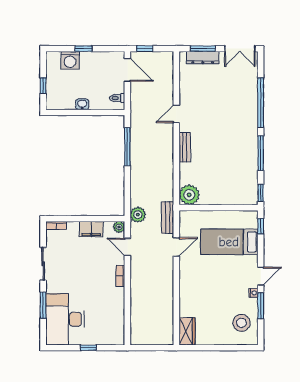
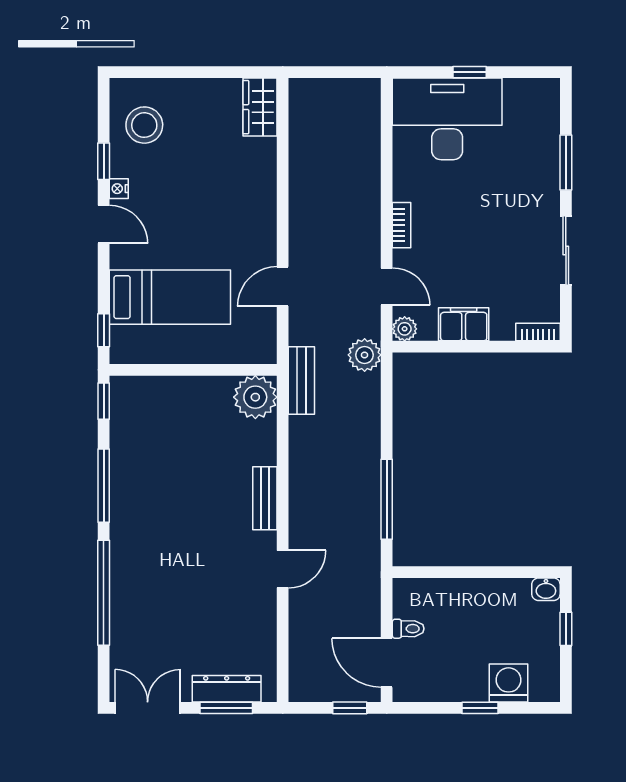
toilet: (117, 98) -> (408, 629), moved
washbasin: (82, 104) -> (546, 589), moved
bench: (168, 218) -> (301, 380), moved
door: (261, 276) -> (104, 224), swing flipped
window: (261, 306) -> (104, 161), width x0.67
desk: (65, 319) -> (447, 119), moved, turned -90

